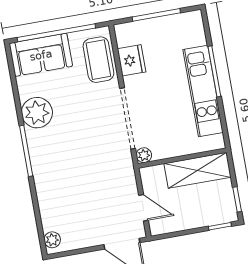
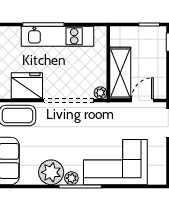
fridge: (132, 60) -> (27, 86), width x1.36, depth x1.34
shelving: (198, 170) -> (120, 73), moved
corner sofa: (63, 188) -> (115, 162), added
plant: (52, 240) -> (71, 178), moved

